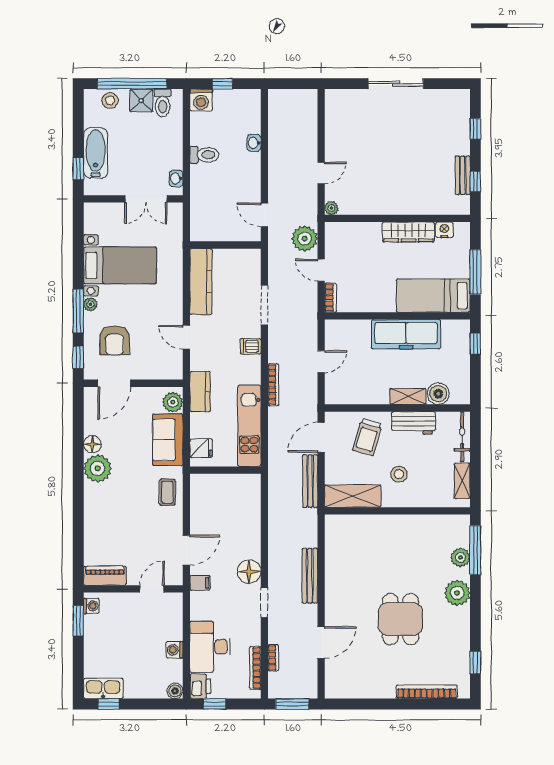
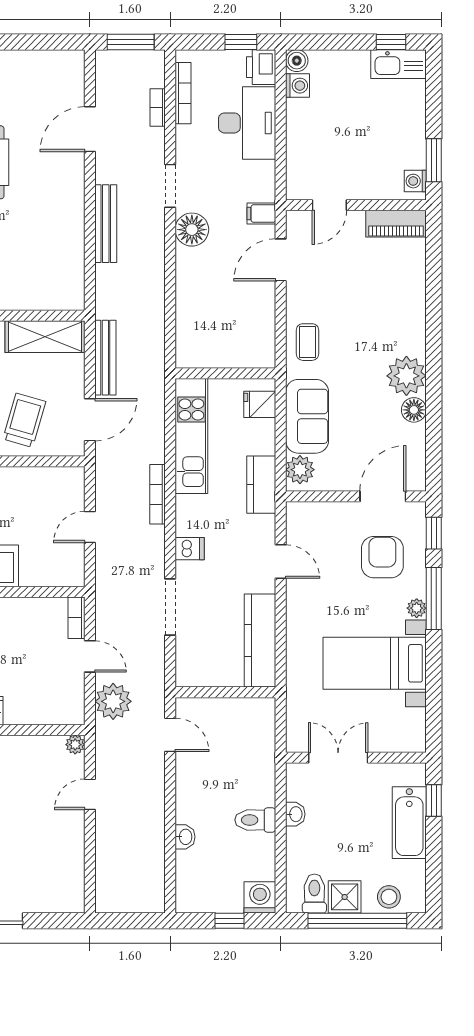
washbasin: (176, 179) -> (295, 814), moved
washing machine: (175, 650) -> (297, 86), moved

